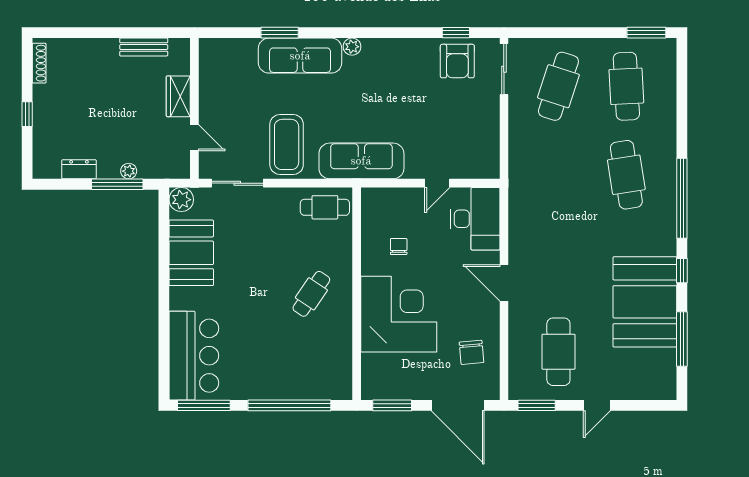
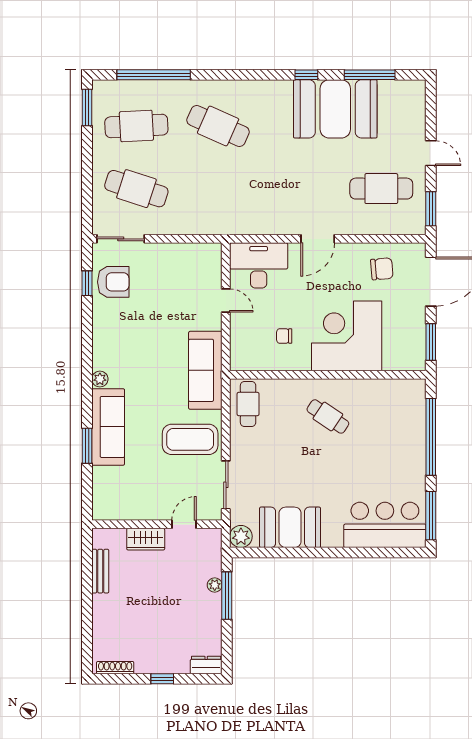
dresser: (79, 169) -> (206, 665), moved, turned 90
cafe table: (626, 175) -> (218, 126), turned 33
window: (682, 198) -> (154, 75), moved

